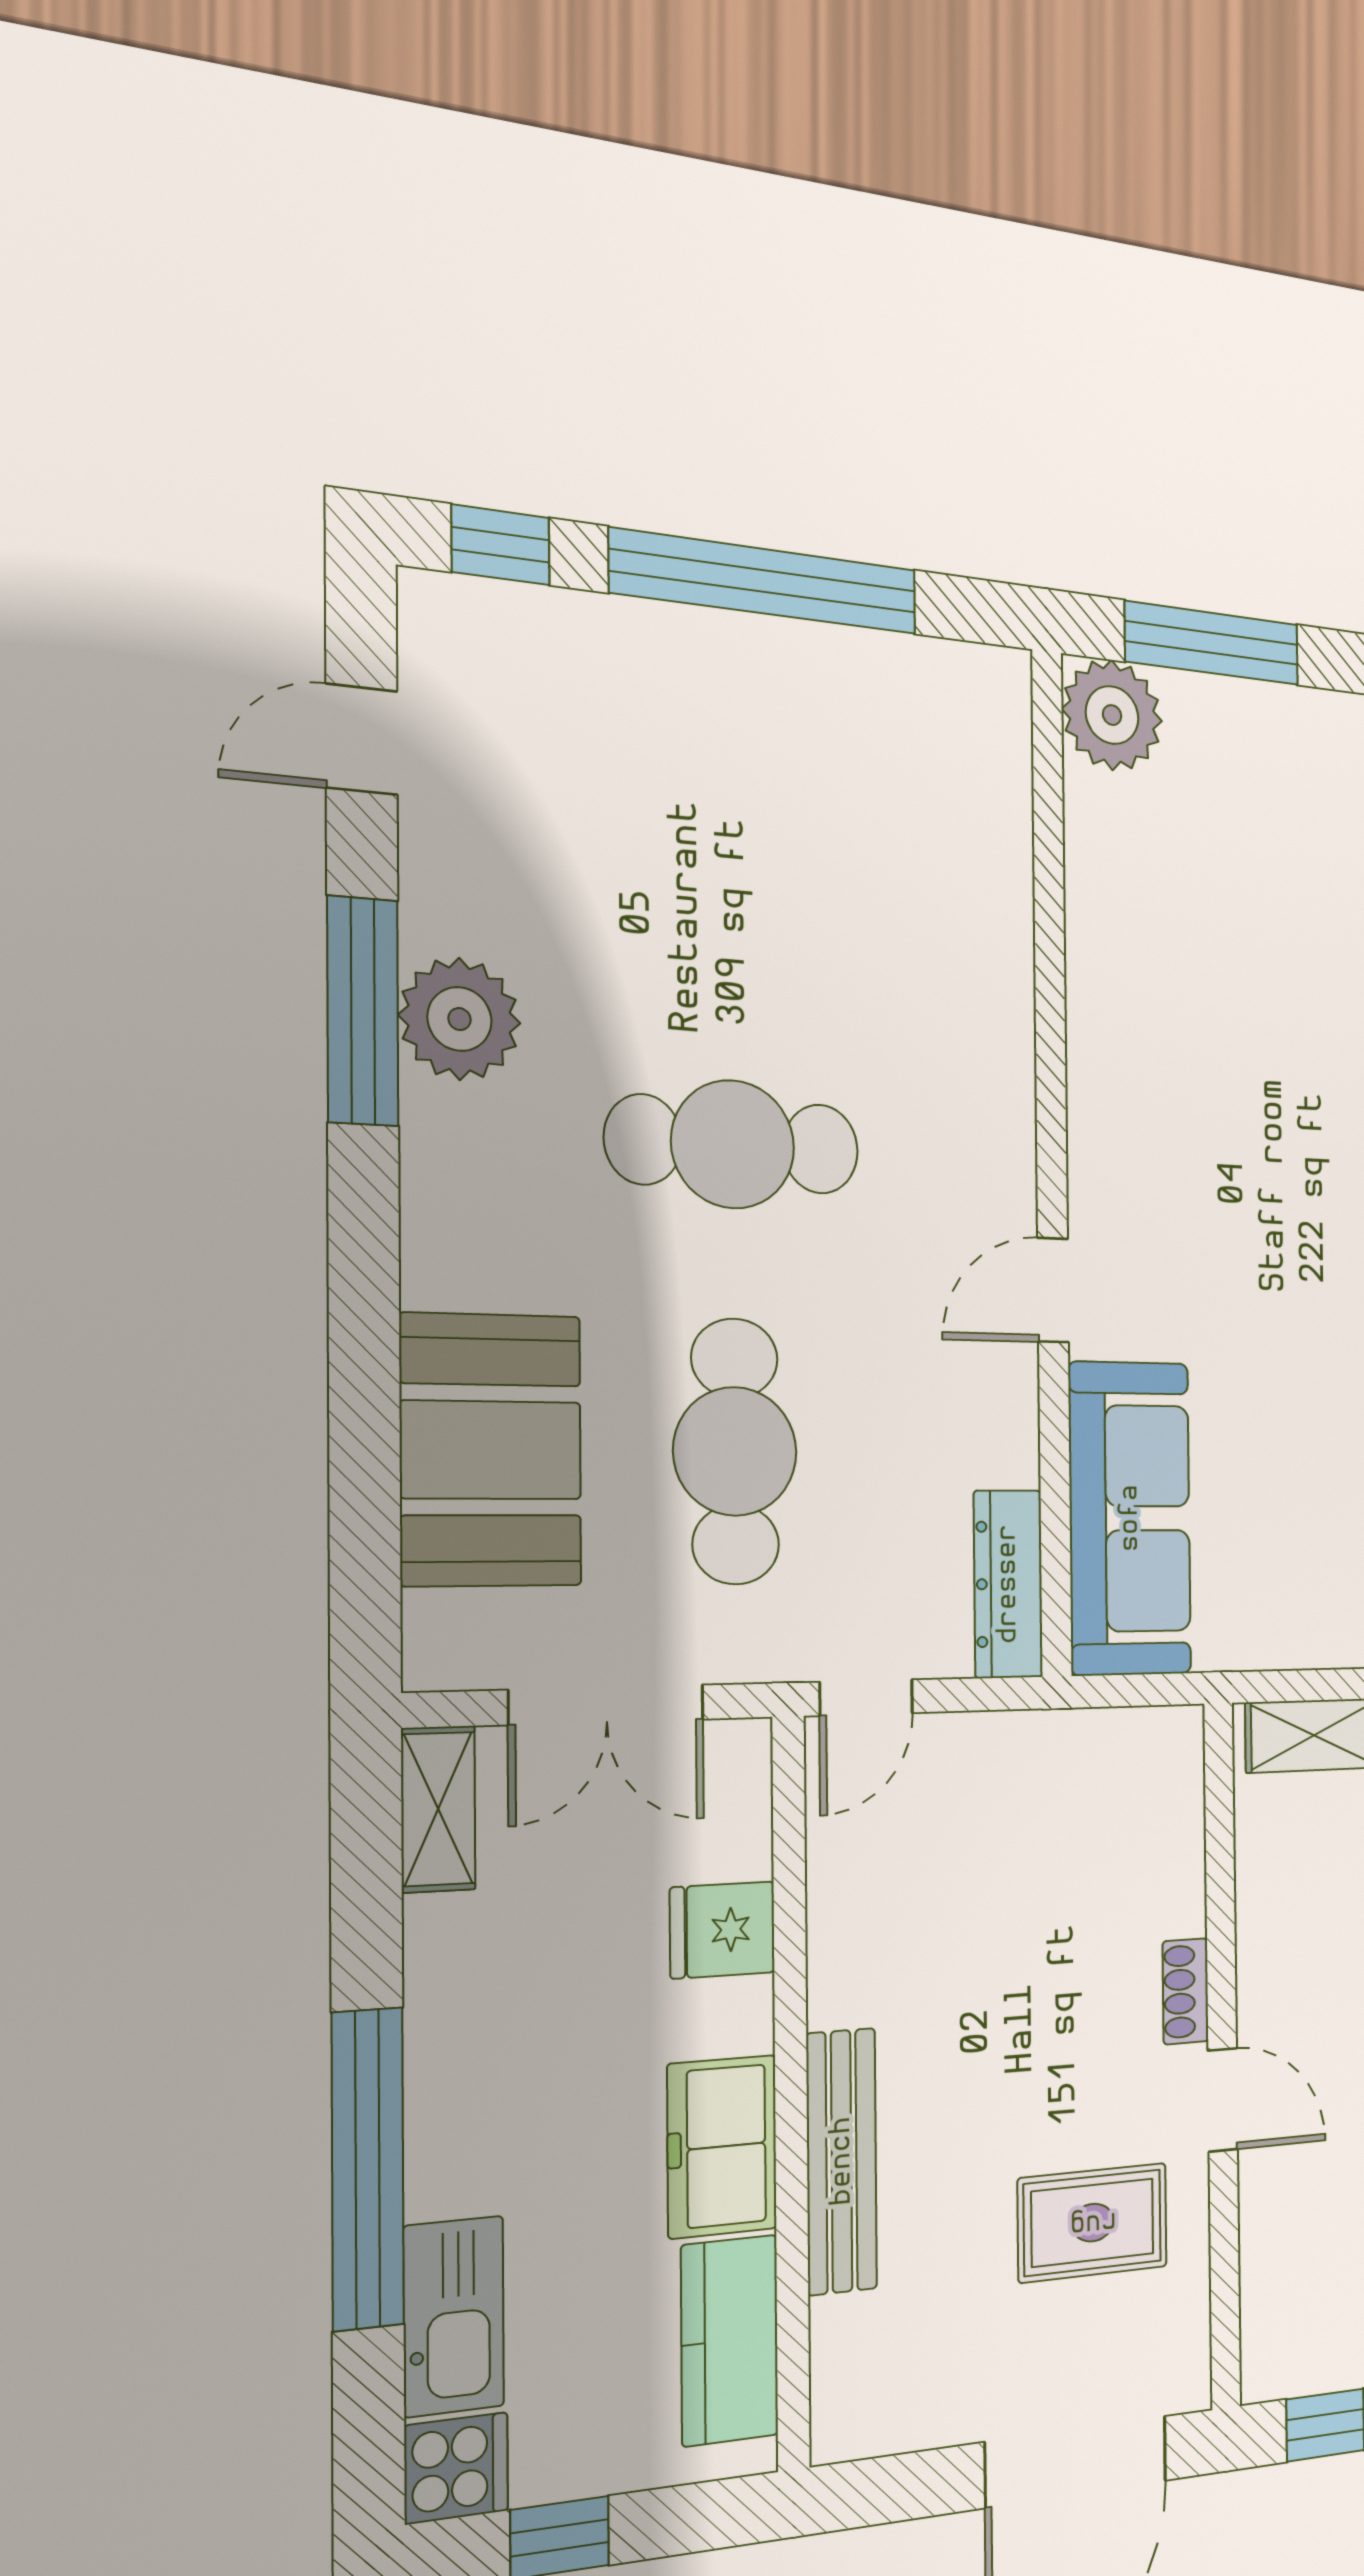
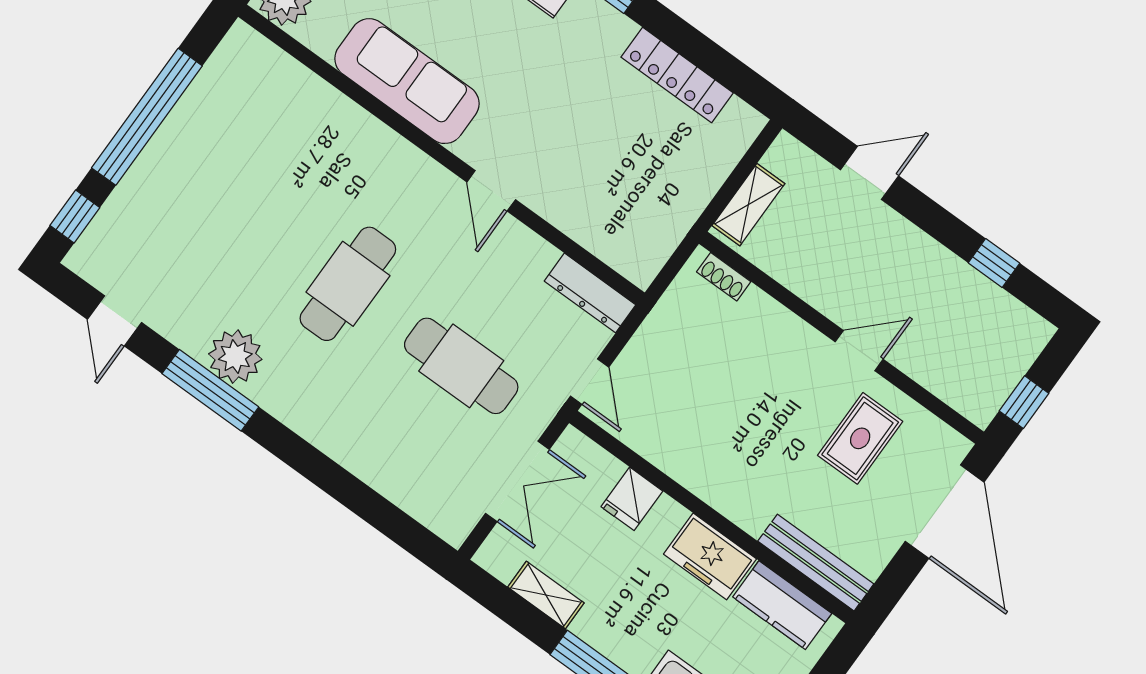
booth: (491, 1450) -> (396, 457), removed
sofa: (1130, 1518) -> (407, 81), moved
shelving: (438, 1809) -> (546, 595), moved
shoe rack: (1185, 1991) -> (724, 277), moved
bench: (842, 2161) -> (816, 563), moved

